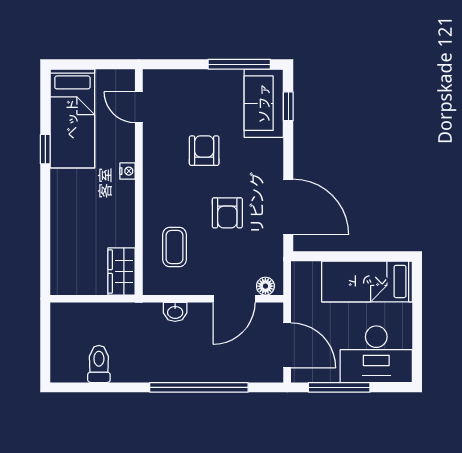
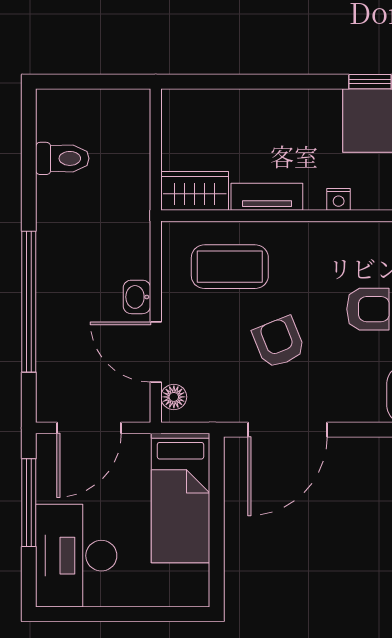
armchair: (227, 213) -> (279, 342), turned 68
tv unit: (126, 221) -> (267, 197), added
coffee table: (174, 247) -> (230, 267), width x1.36, depth x1.30
bed: (367, 281) -> (181, 498), moved, turned 180
washbasin: (175, 312) -> (137, 297), moved

